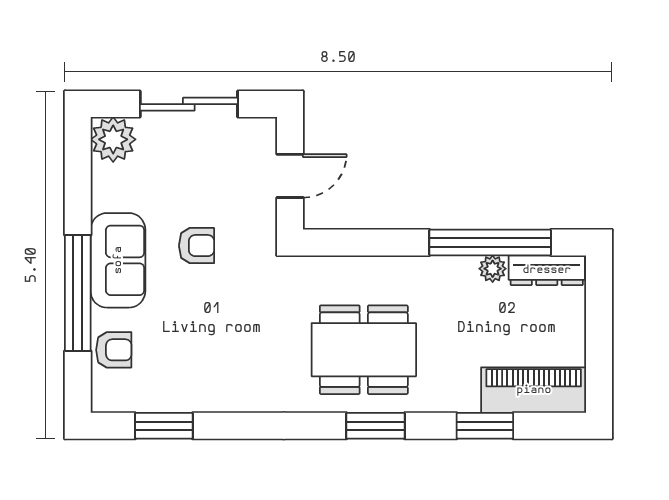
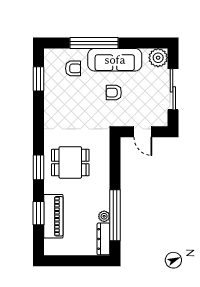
armchair: (197, 246) -> (114, 93), turned 90
sofa: (118, 260) -> (115, 60), width x1.36
armchair: (114, 350) -> (73, 68), moved, turned -90
dining table: (364, 350) -> (70, 162), width x0.73
piano: (534, 390) -> (53, 216), moved

